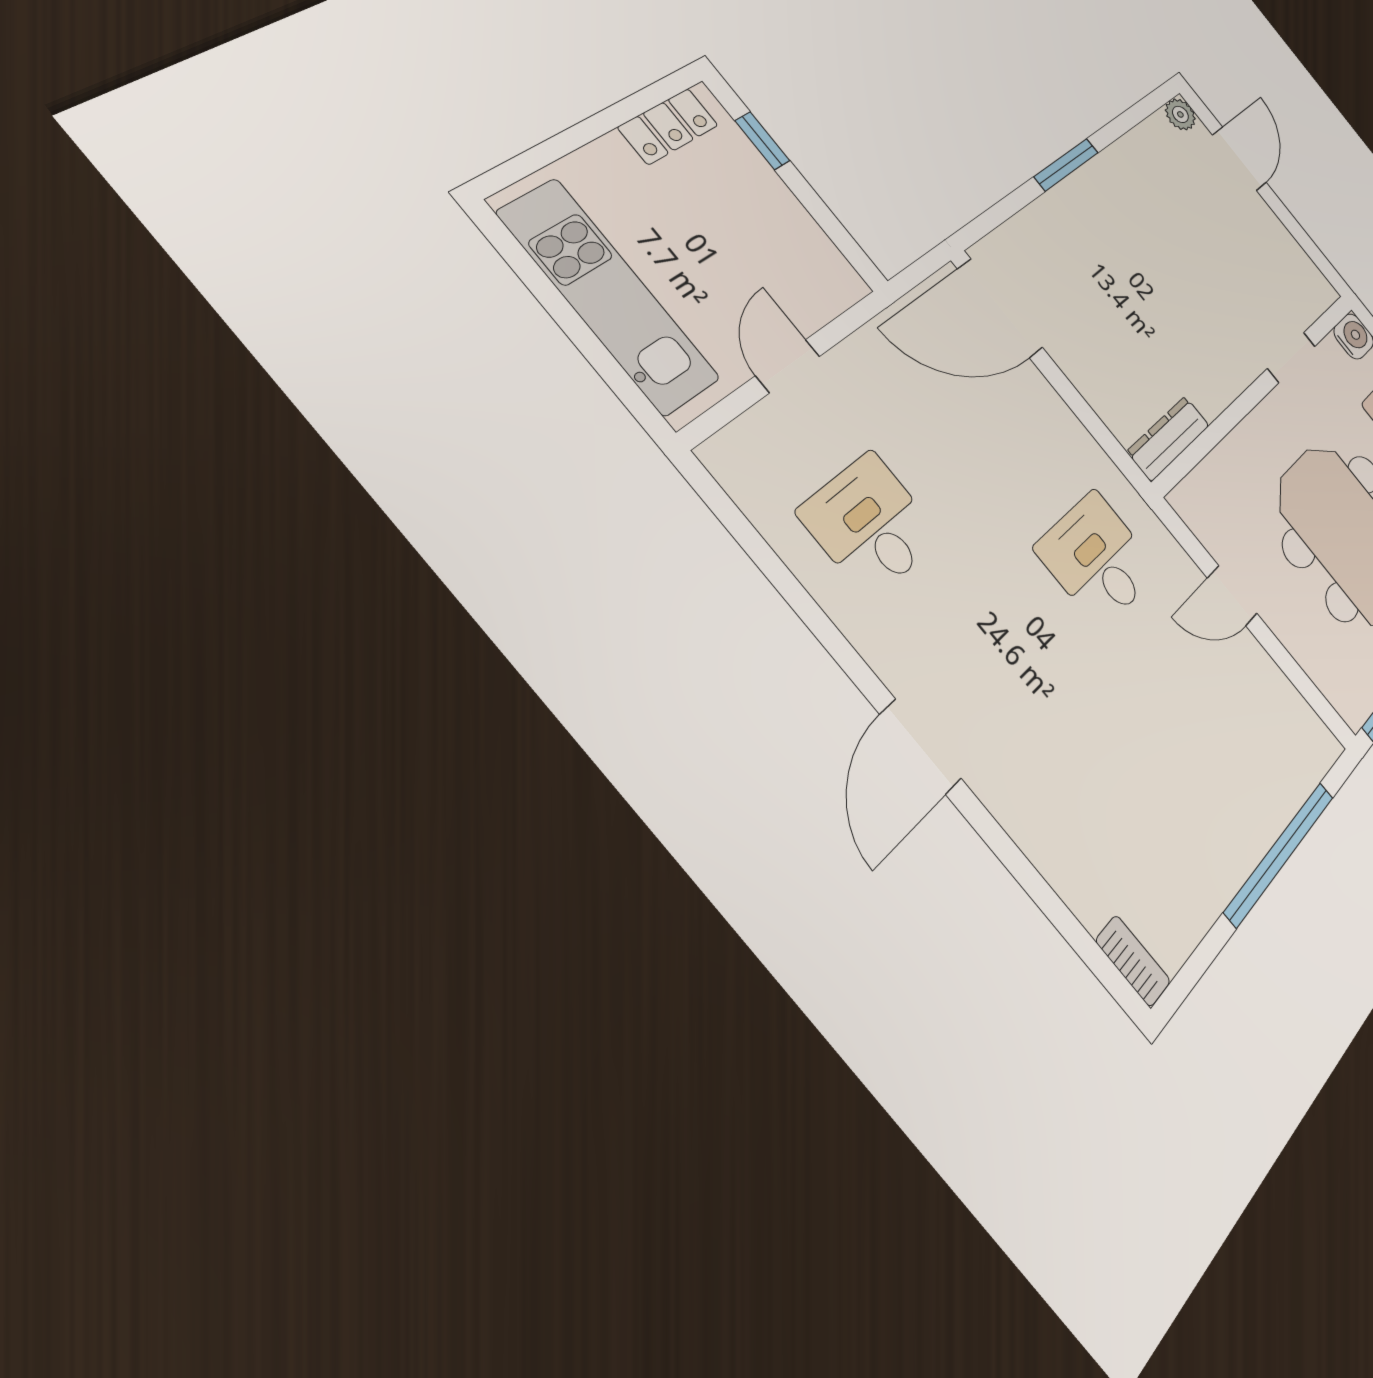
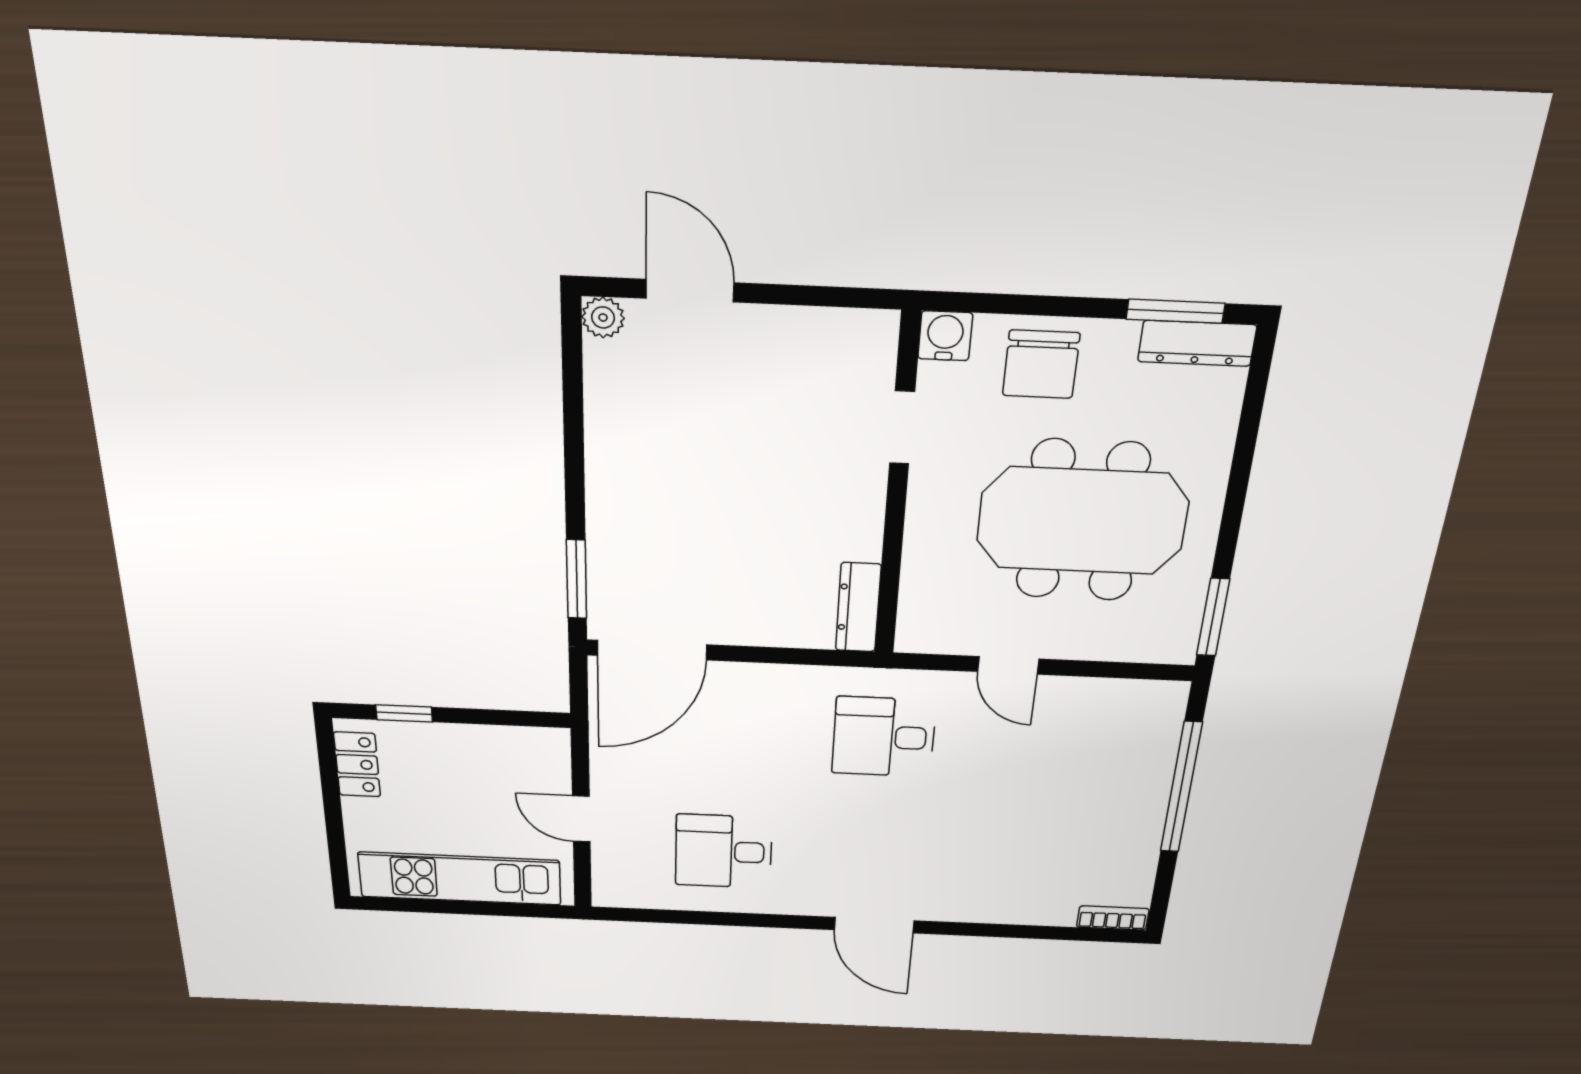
window: (1066, 165) -> (577, 579), moved
door: (1232, 596) -> (1008, 665), hinge flipped

